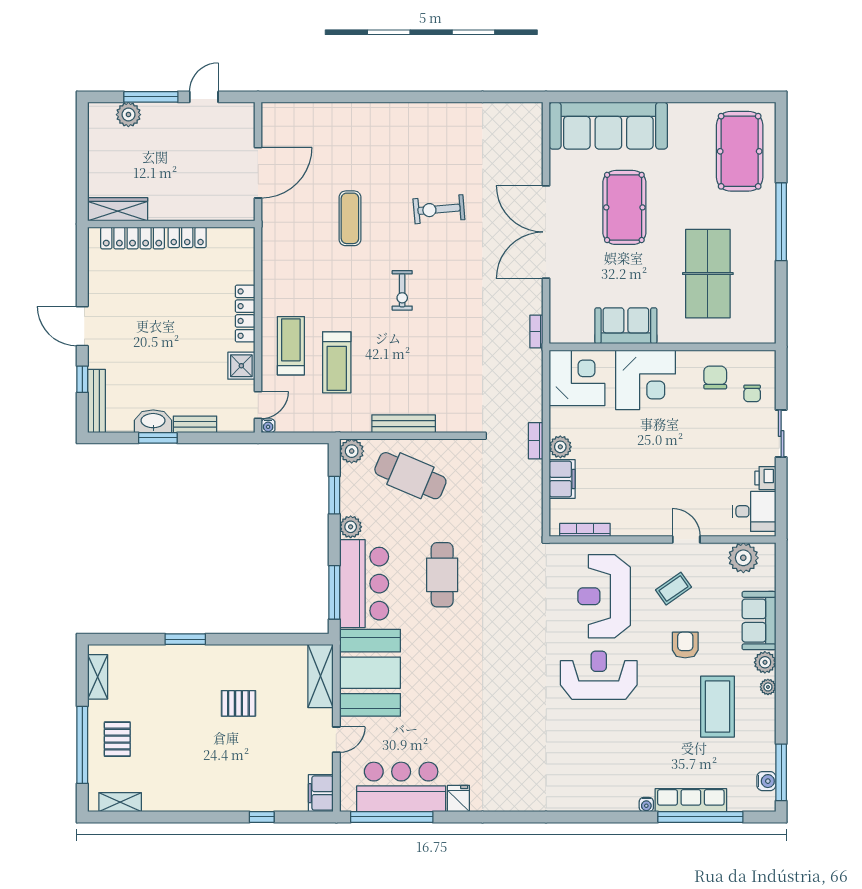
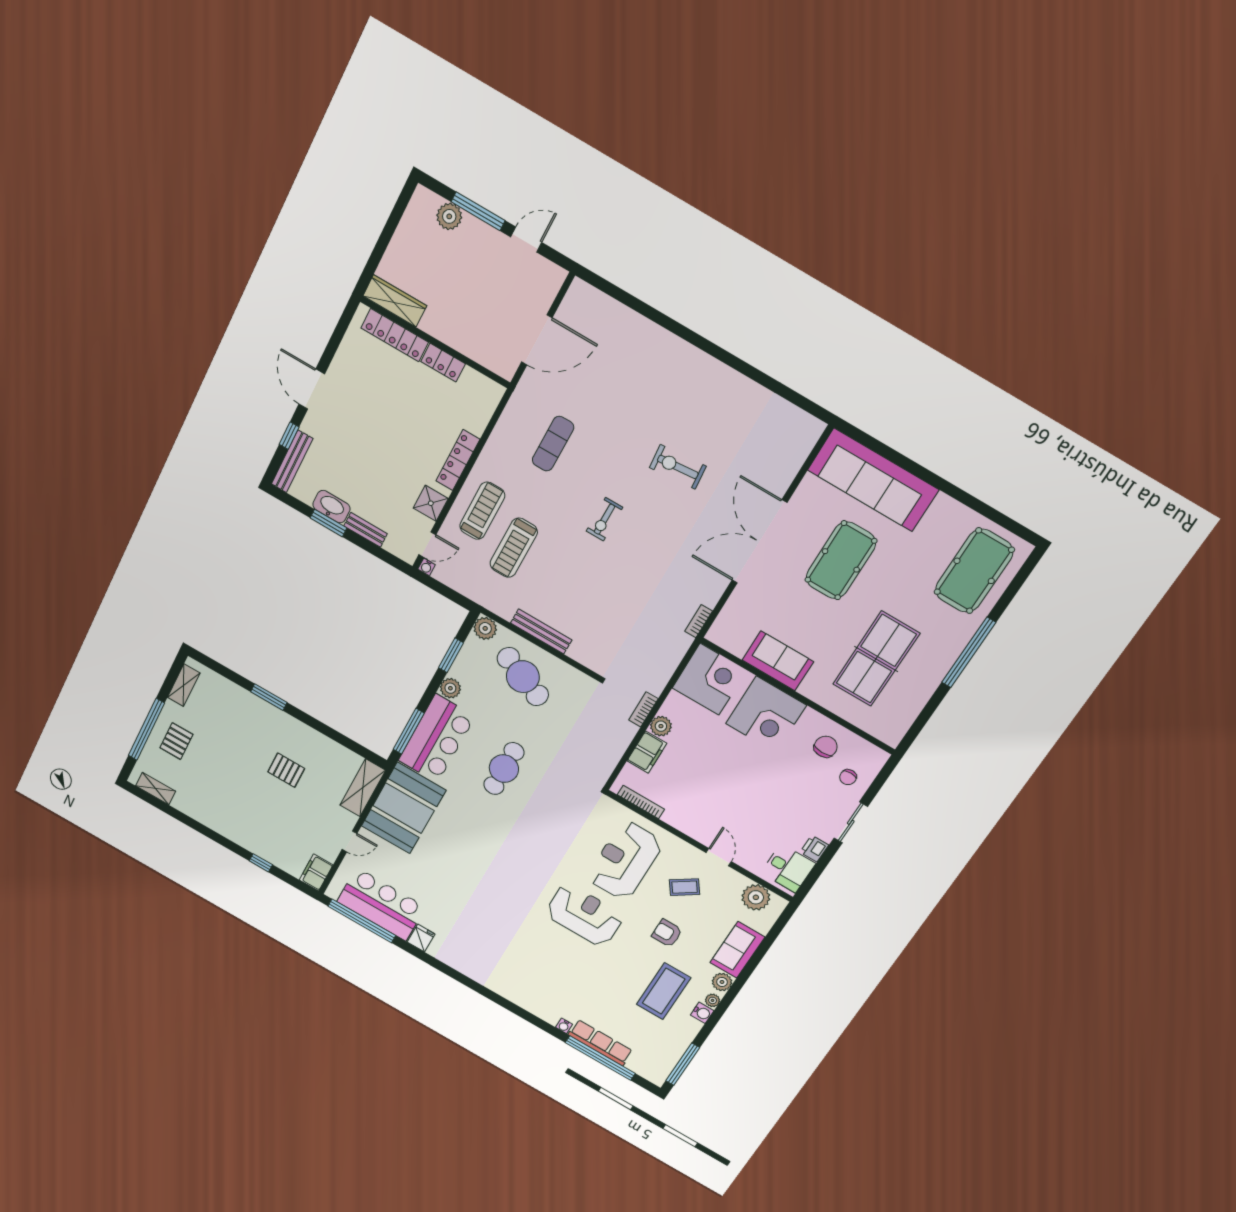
exercise mat: (350, 218) -> (553, 444), moved
armchair: (685, 645) -> (667, 933), turned -90
water cooler: (766, 781) -> (702, 1013), moved

